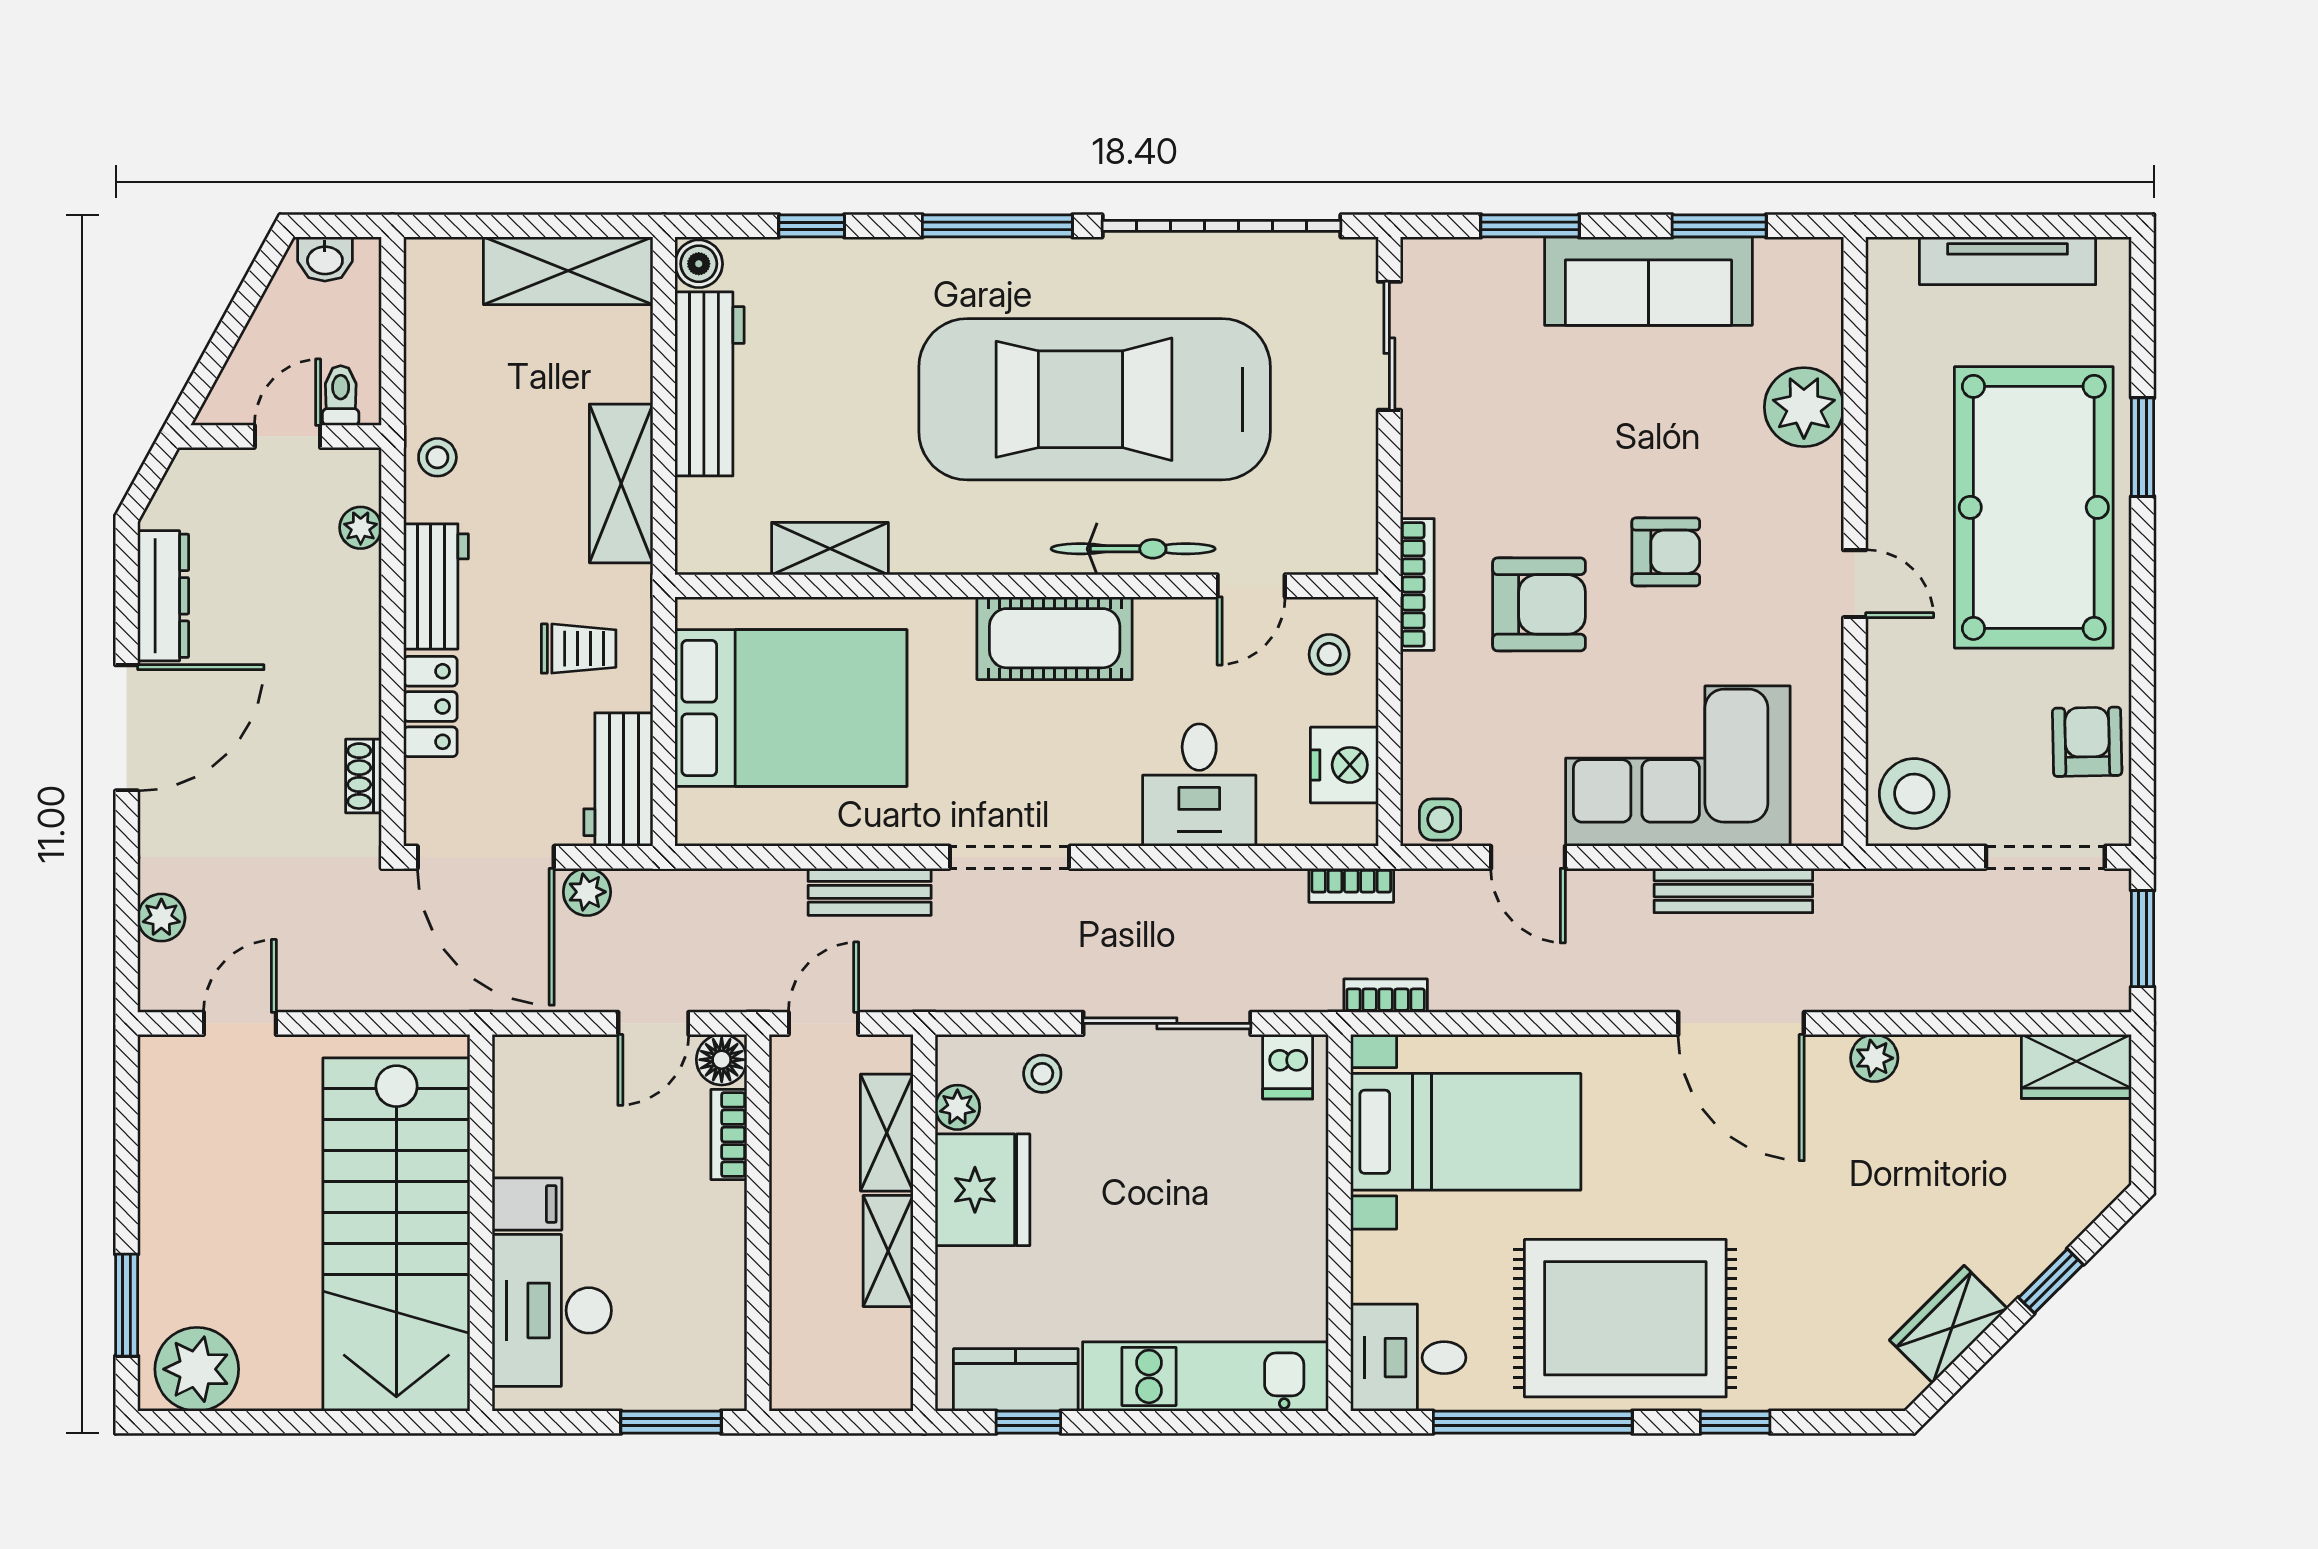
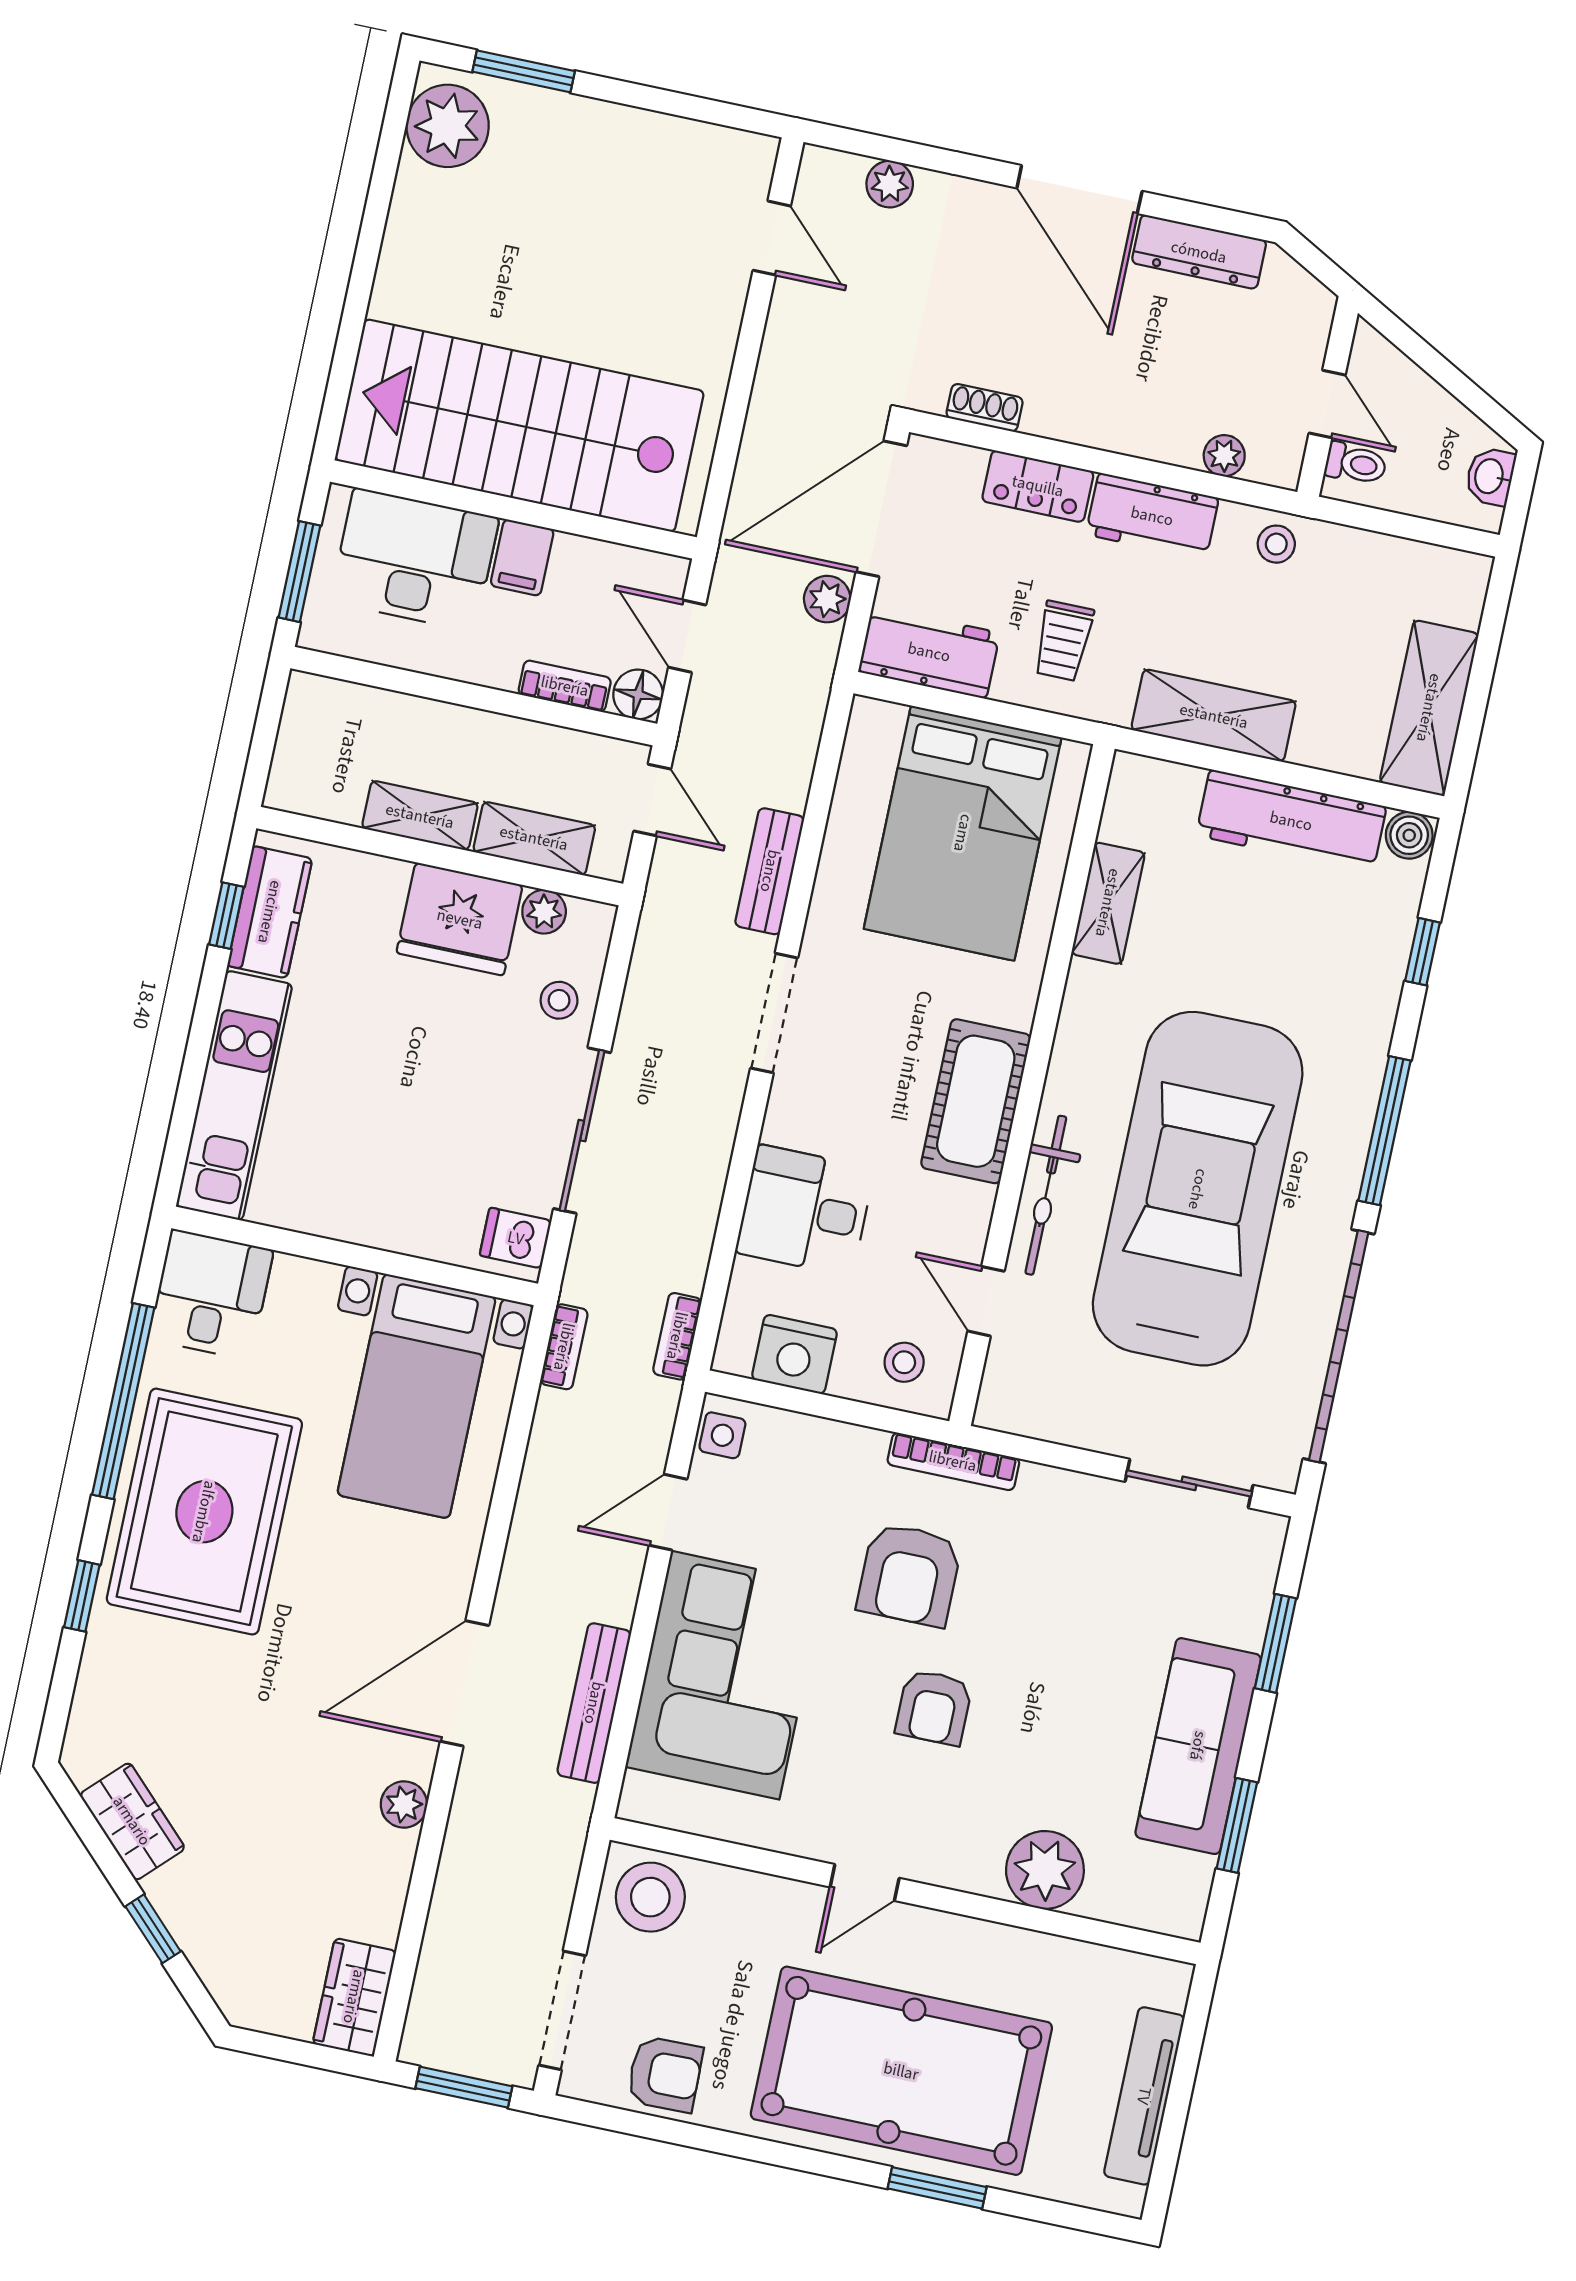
filing cabinet: (527, 1204) -> (522, 558), moved
wall: (481, 1223) -> (513, 509), moved
stairs: (396, 1234) -> (519, 426), moved
desk: (552, 1310) -> (415, 560), moved

